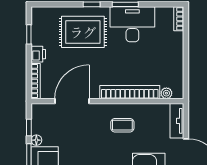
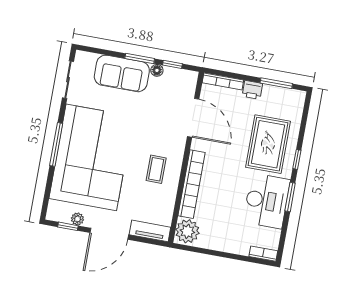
window: (29, 34) -> (276, 83), width x1.50
plant: (166, 93) -> (187, 231), width x1.88, depth x1.88

